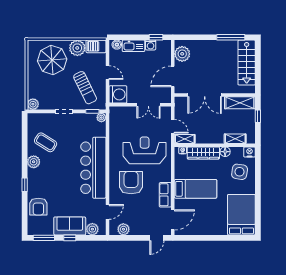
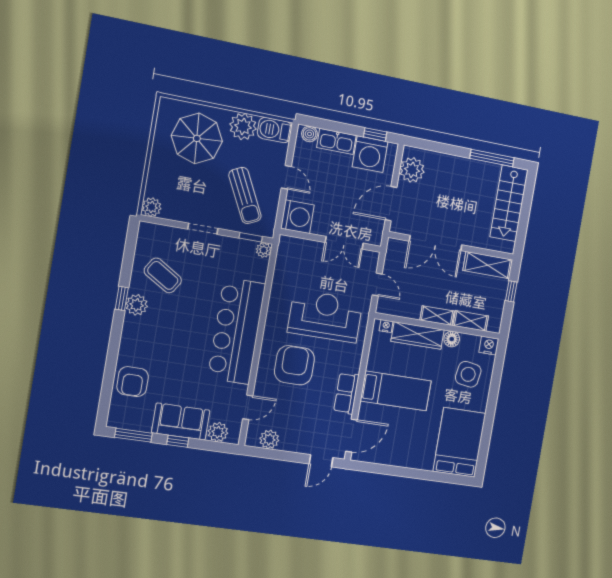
washing machine: (151, 45) -> (370, 154), width x1.89, depth x1.89
shelving: (185, 139) -> (437, 316), moved
window: (25, 185) -> (122, 298), moved

